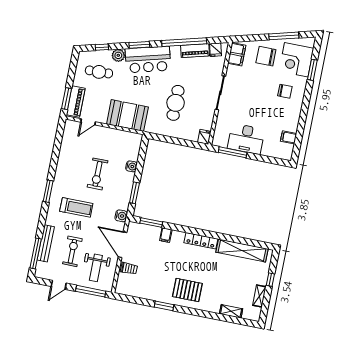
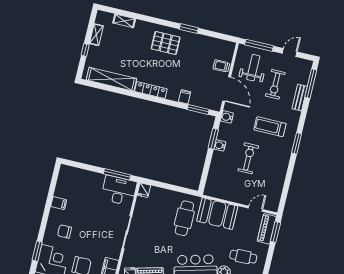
cafe table: (176, 103) -> (184, 218), moved
filing cabinet: (289, 137) -> (59, 203), moved
desk: (246, 139) -> (119, 191), moved
water cooler: (131, 166) -> (220, 145), moved
bench: (46, 243) -> (300, 98), width x0.73

